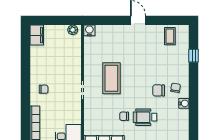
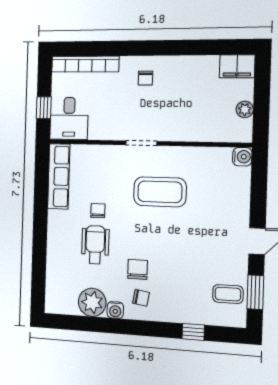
window: (168, 20) -> (255, 292), added
plant: (73, 30) -> (245, 109), moved
plant: (180, 118) -> (92, 302), added

